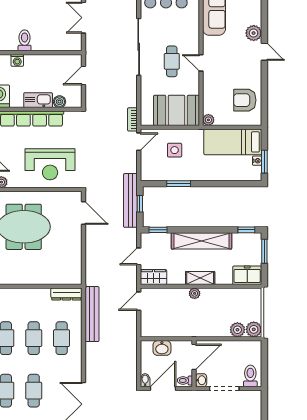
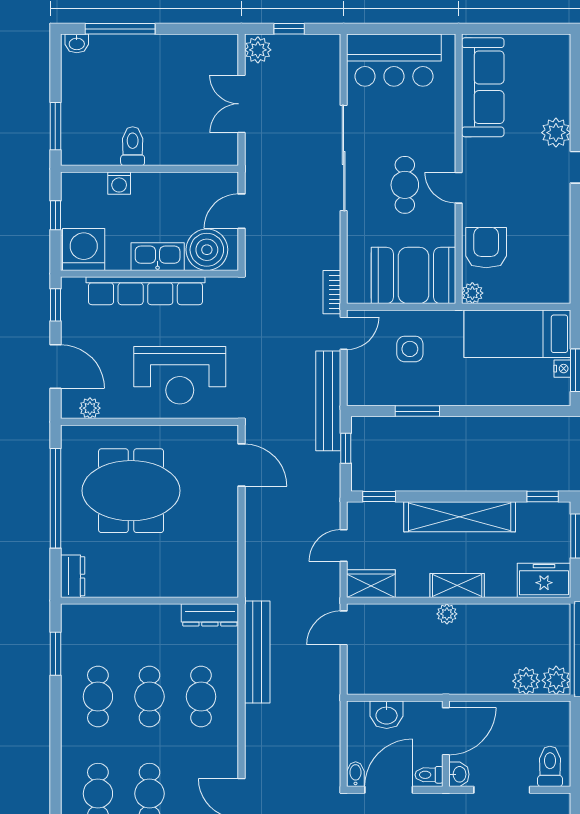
armchair: (245, 100) -> (486, 248), moved, turned 90
boiler: (60, 102) -> (207, 250), width x1.86, depth x1.86
bench: (130, 200) -> (328, 401), moved

